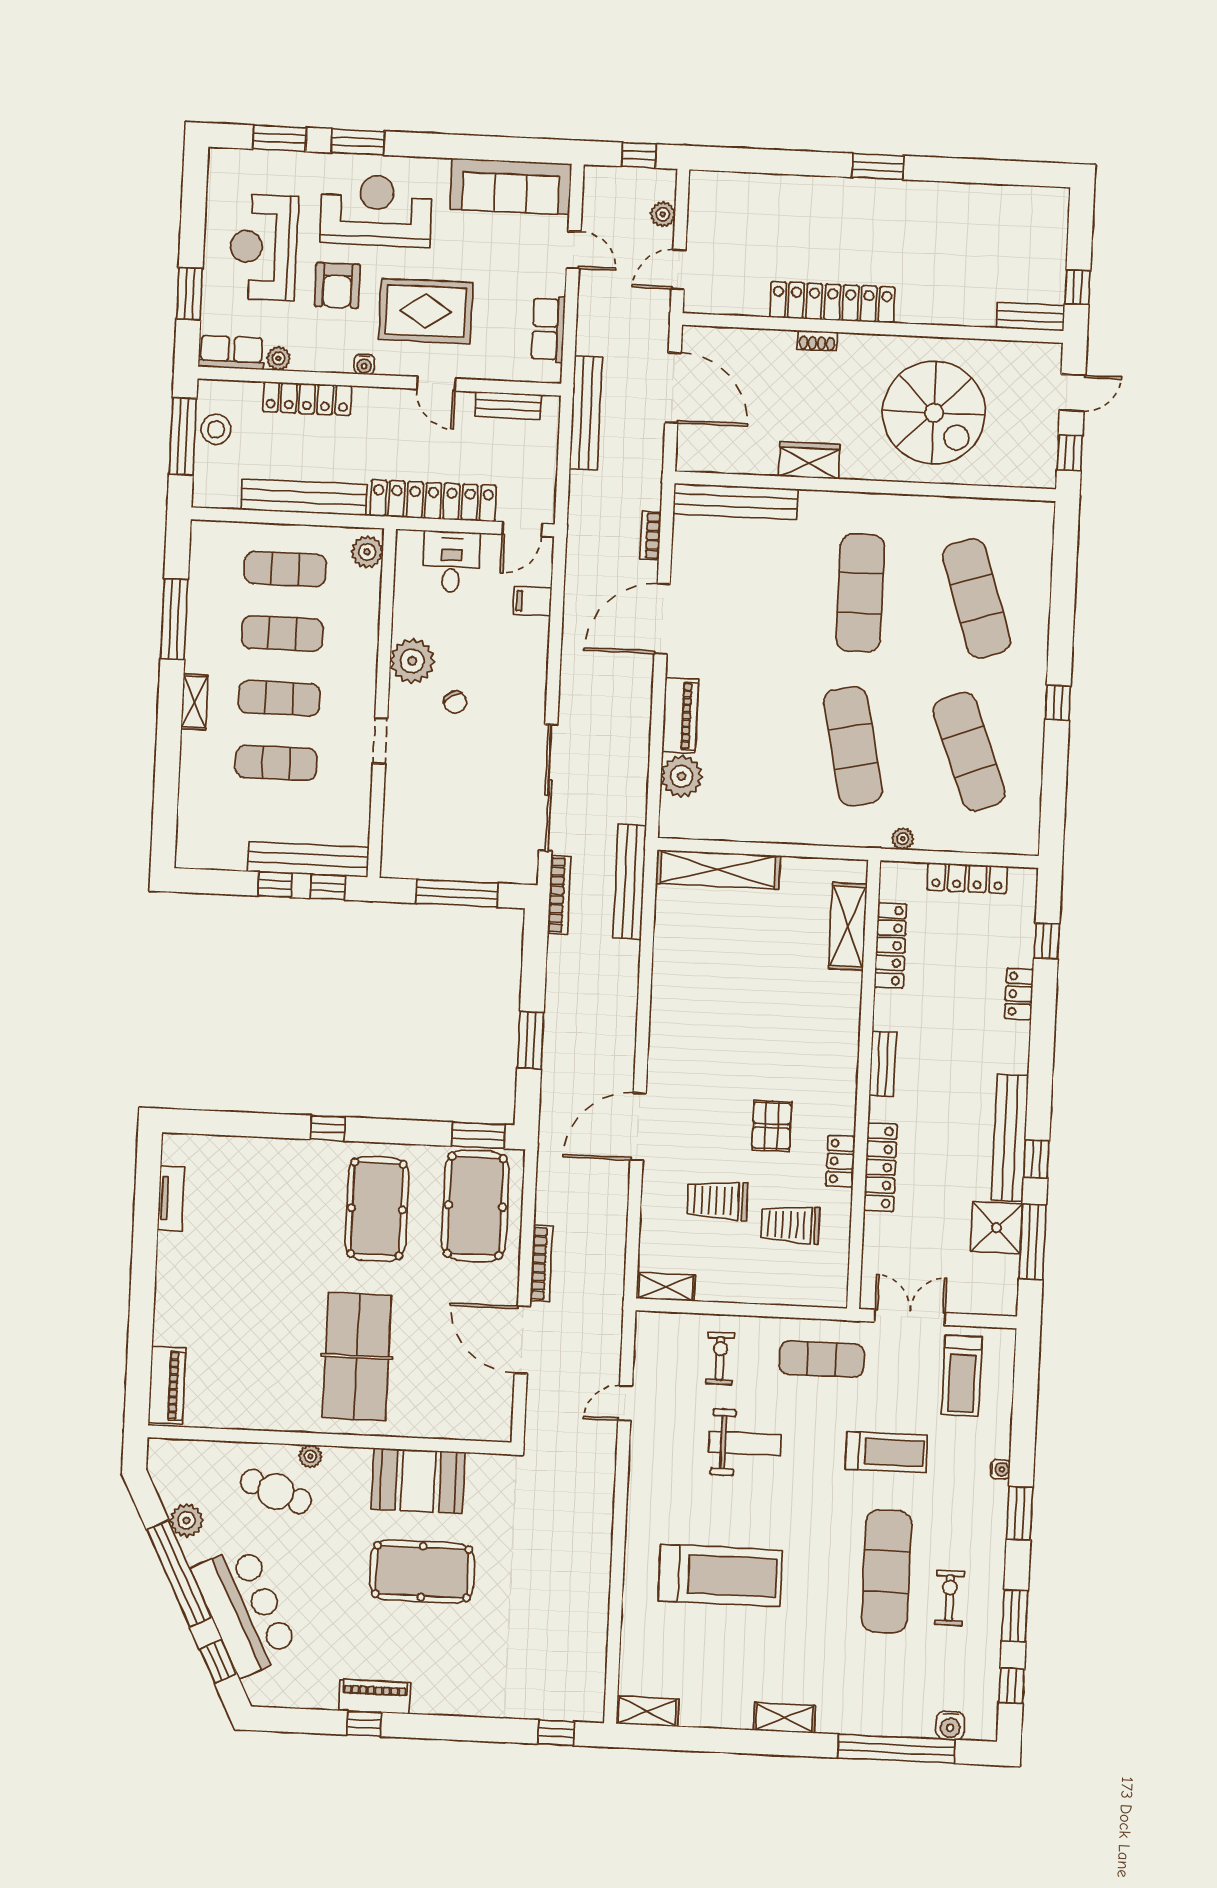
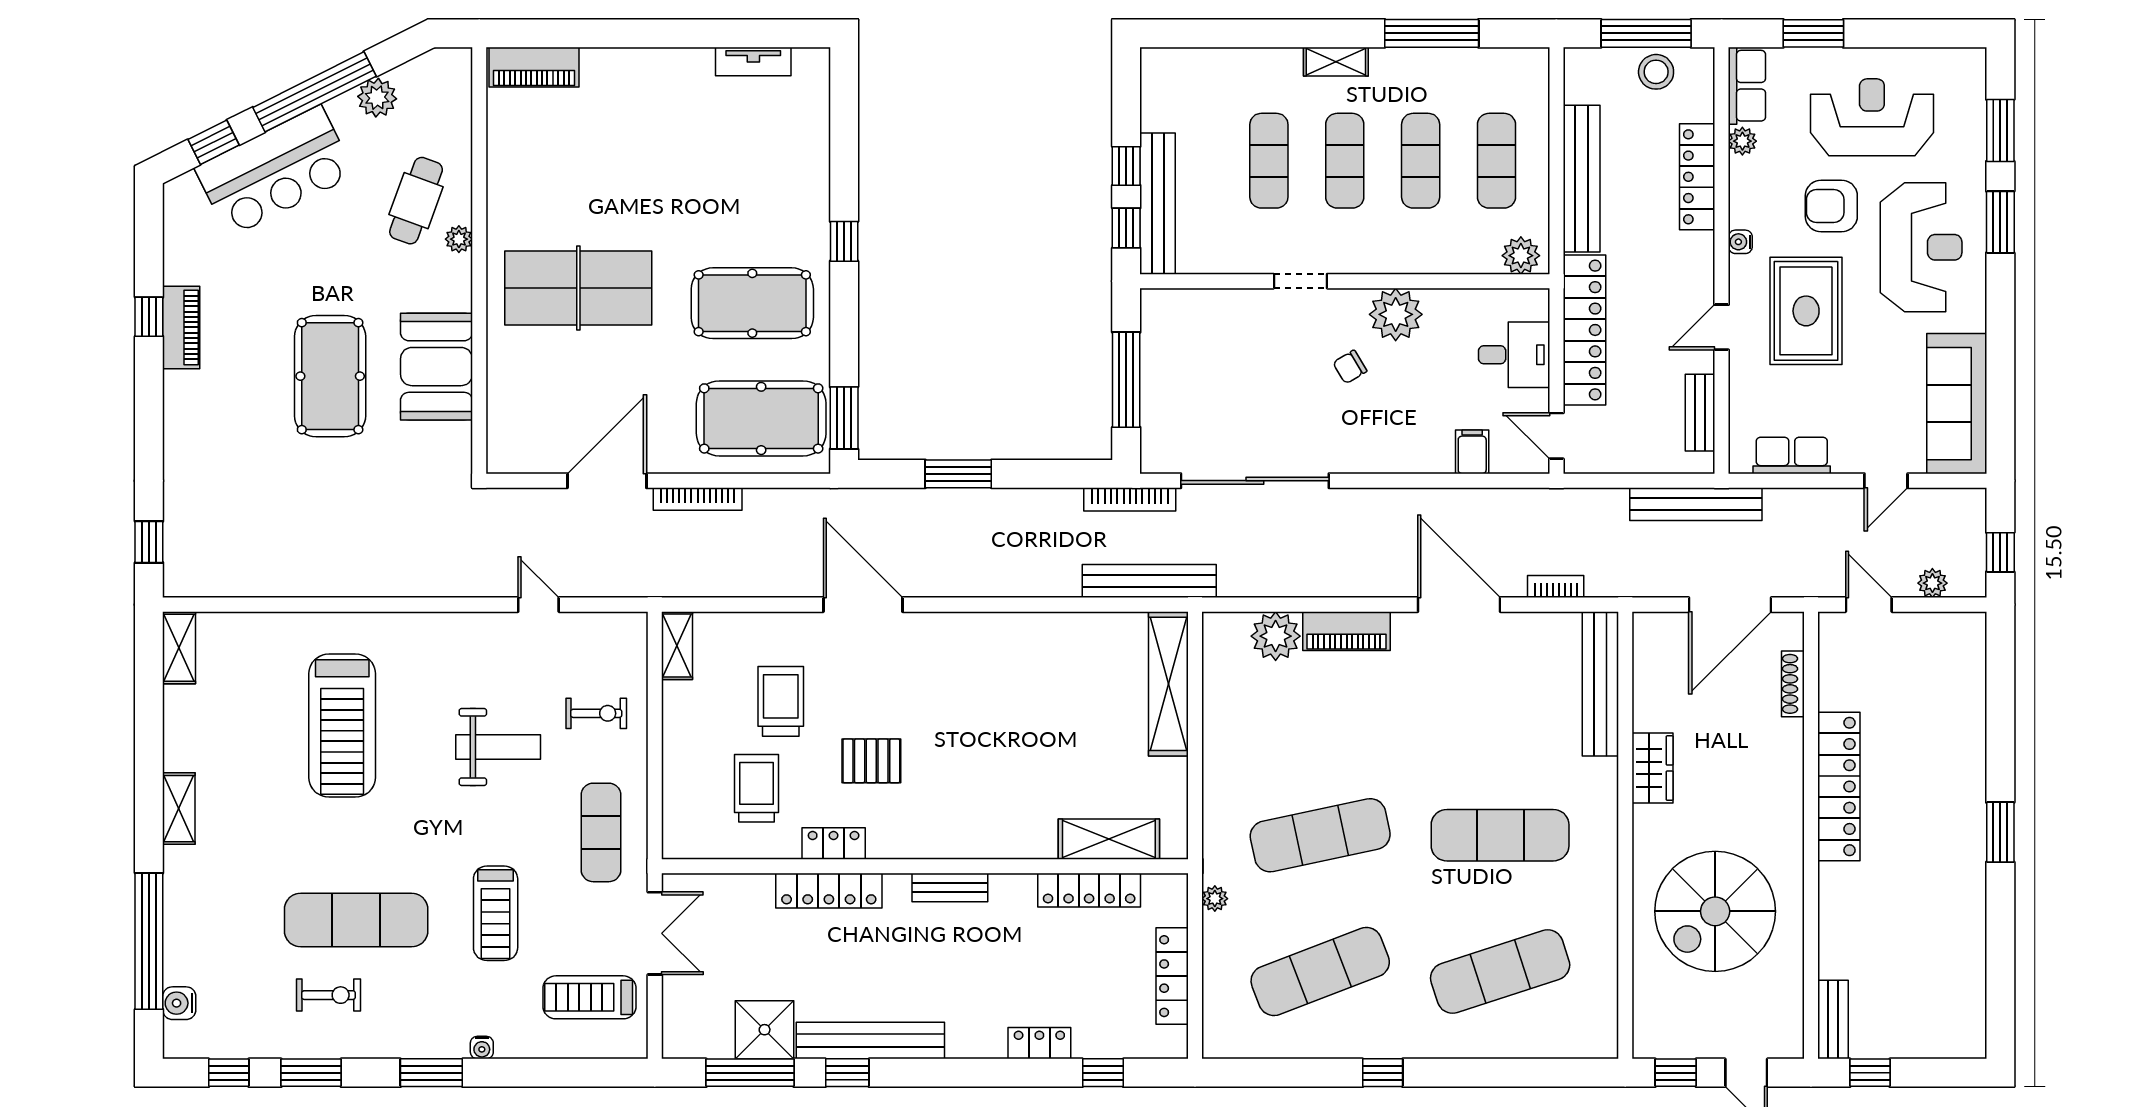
shoe rack: (817, 341) -> (1793, 684), moved, width x1.43
weight bench: (745, 1443) -> (498, 747), turned -90

